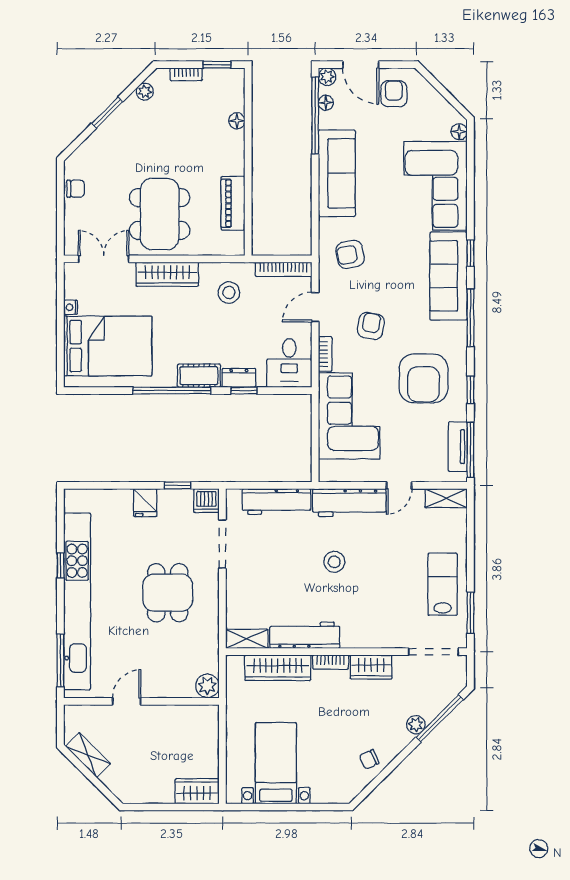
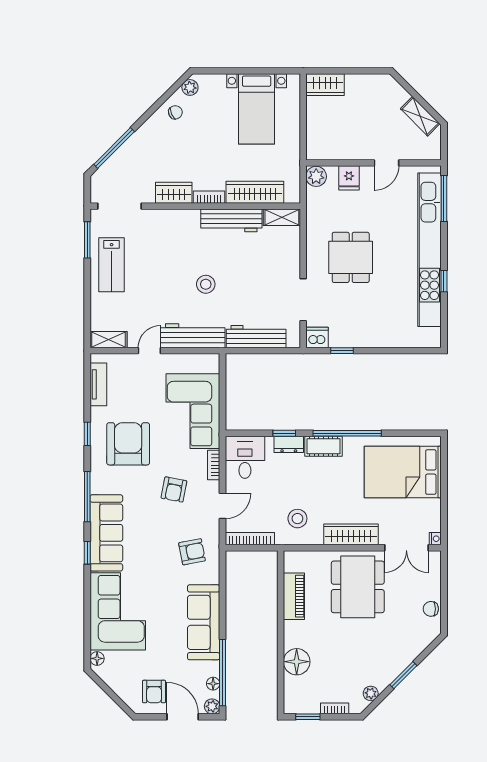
floor lamp: (237, 121) -> (297, 662), width x1.89, depth x1.89
nightstand: (71, 307) -> (435, 539), moved
window: (470, 450) -> (87, 382), removed
fridge: (145, 503) -> (349, 178), moved, turned 180
plant: (416, 725) -> (190, 87), moved

